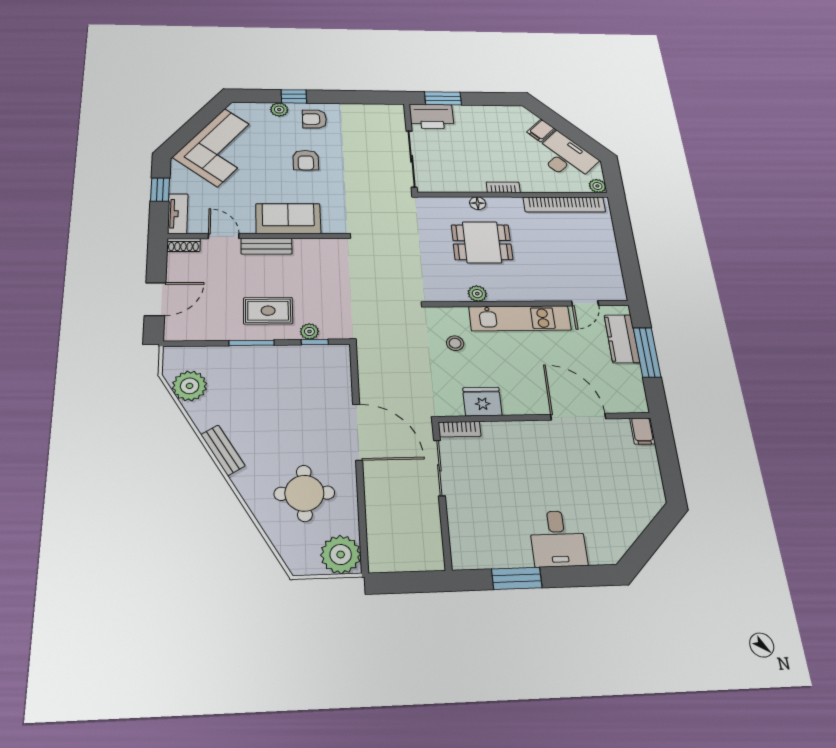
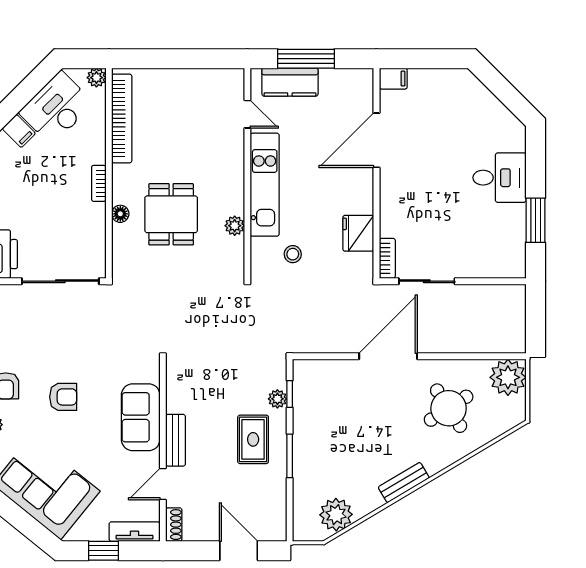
round table: (304, 493) -> (449, 408), turned -33

